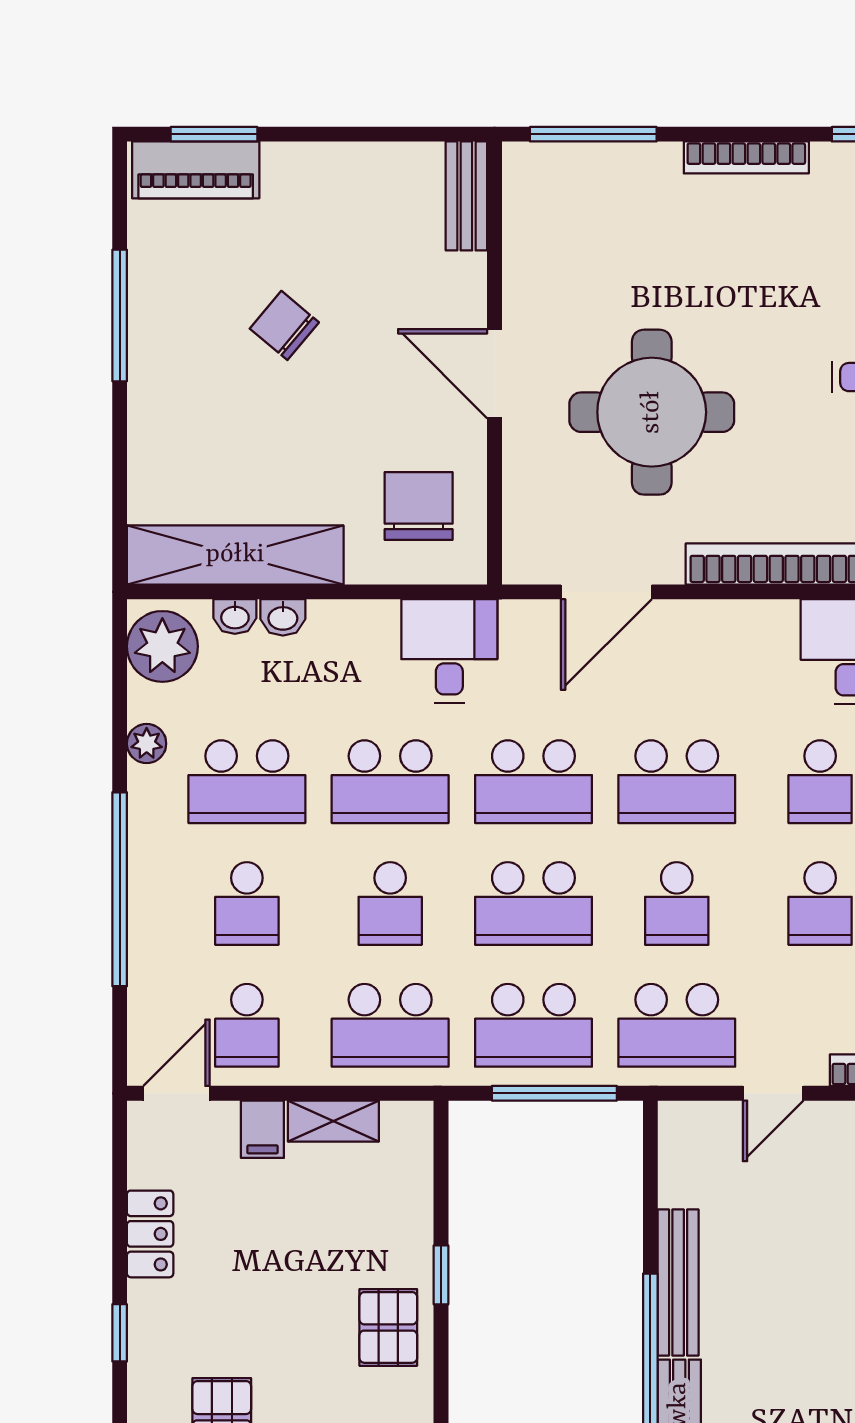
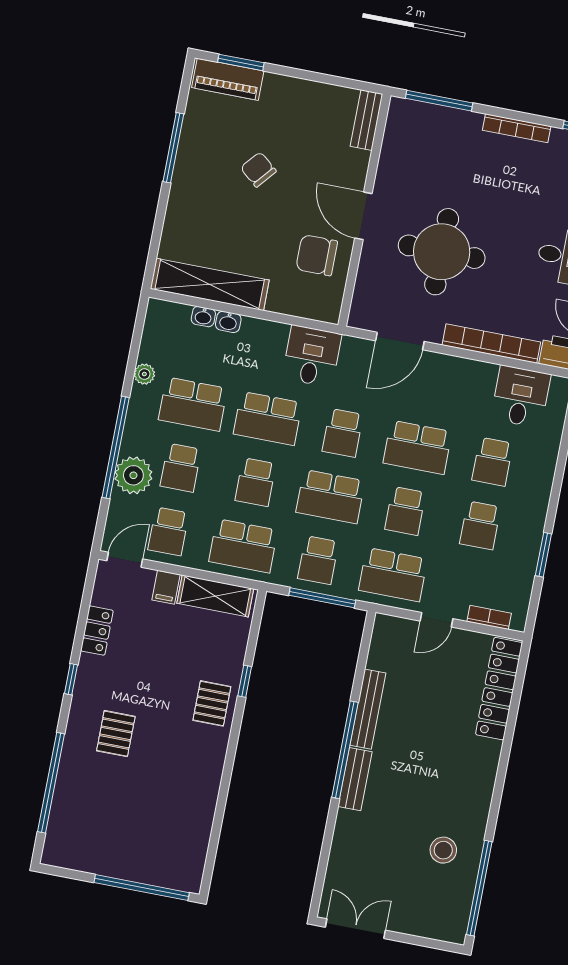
chair: (419, 506) -> (317, 255), moved, turned -90
plant: (162, 646) -> (133, 475), moved
school desk: (533, 782) -> (343, 433), width x0.54
school desk: (533, 1025) -> (318, 560), width x0.54
shelving: (333, 1121) -> (215, 596), width x1.50, depth x1.33

